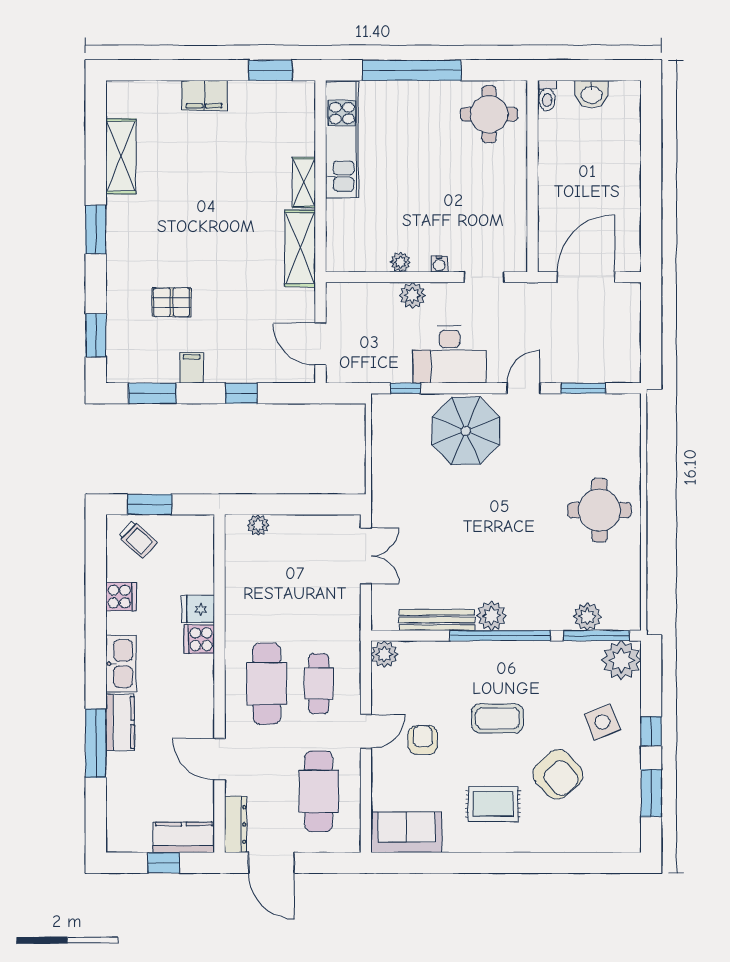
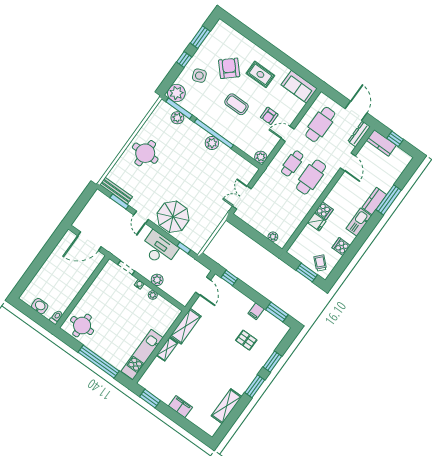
window: (96, 335) -> (272, 362), moved
door: (523, 388) -> (141, 217), hinge flipped
window: (241, 393) -> (229, 278), moved
bench: (437, 620) -> (116, 191), moved

